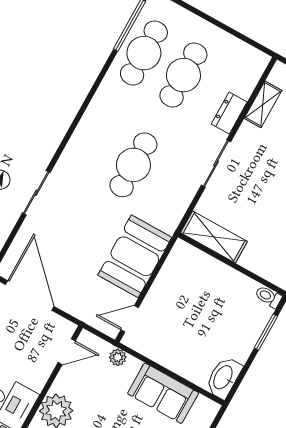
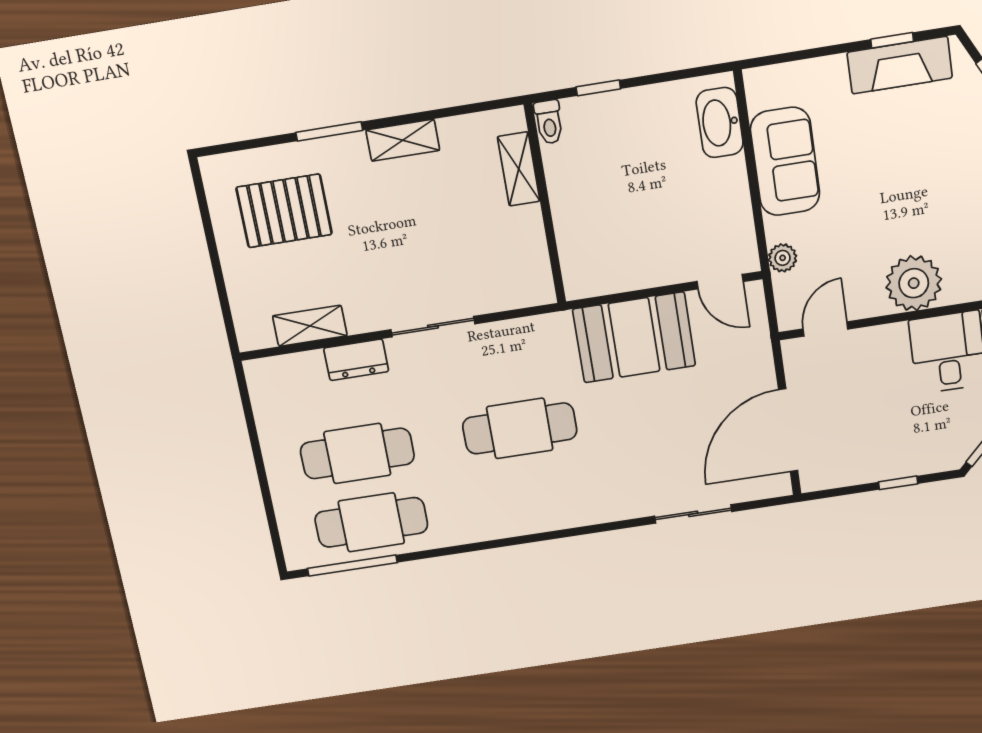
sliding door: (36, 193) -> (693, 514), moved
shelving: (214, 237) -> (519, 169), moved, width x0.67, depth x0.75
window: (266, 332) -> (598, 88), width x0.67
door: (67, 352) -> (825, 329), hinge flipped
washbasin: (224, 378) -> (720, 123), moved, turned 90

